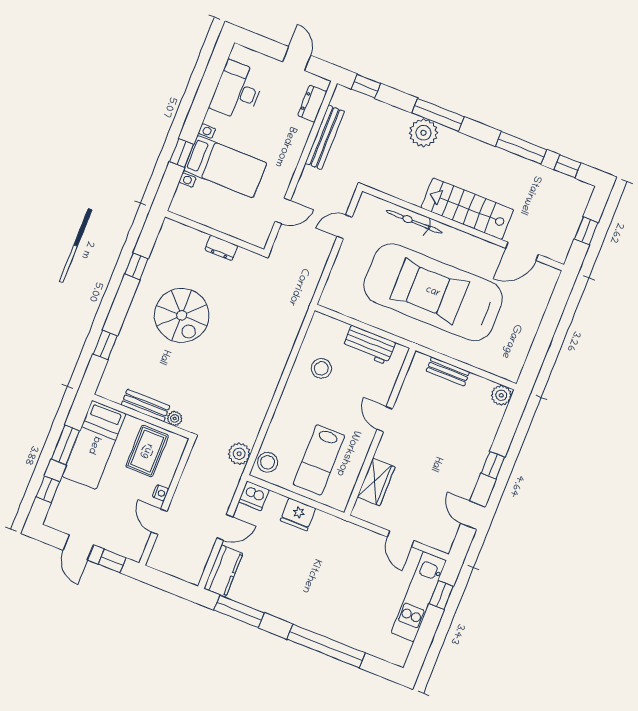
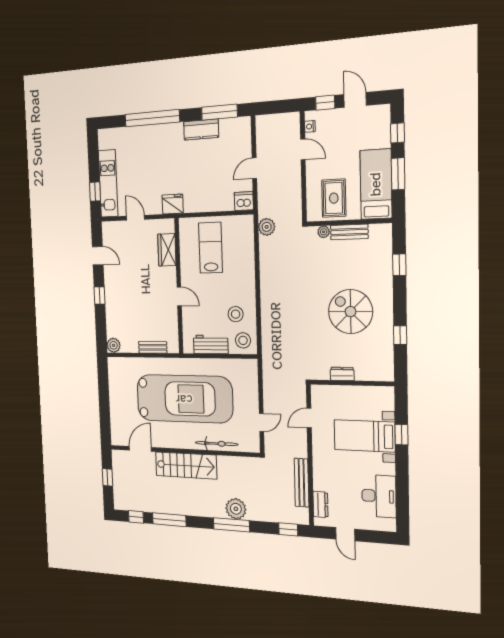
stool: (268, 462) -> (243, 340), moved
nightstand: (161, 493) -> (310, 126), moved
fridge: (298, 514) -> (173, 204), moved
kitchen counter: (223, 571) -> (201, 129), moved, turned -90

